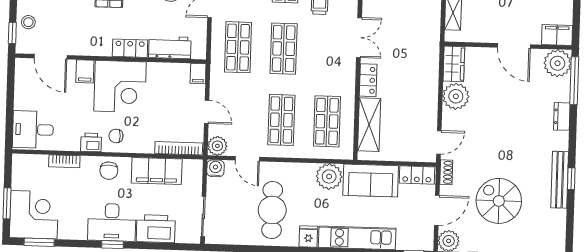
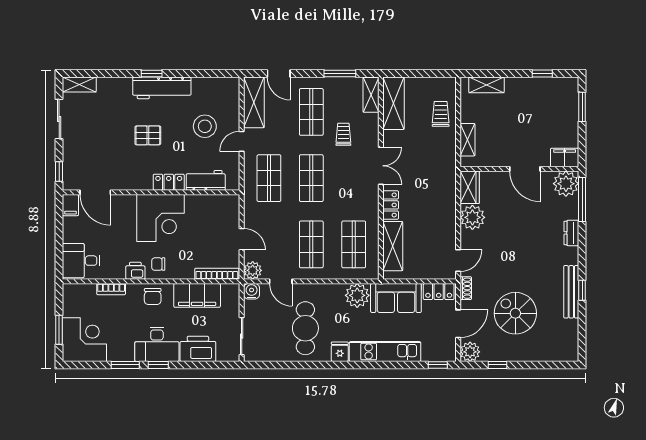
stool: (28, 22) -> (74, 161), removed
filing cabinet: (85, 71) -> (70, 205), moved
filing cabinet: (198, 74) -> (233, 204), removed
window: (39, 242) -> (125, 365), moved

